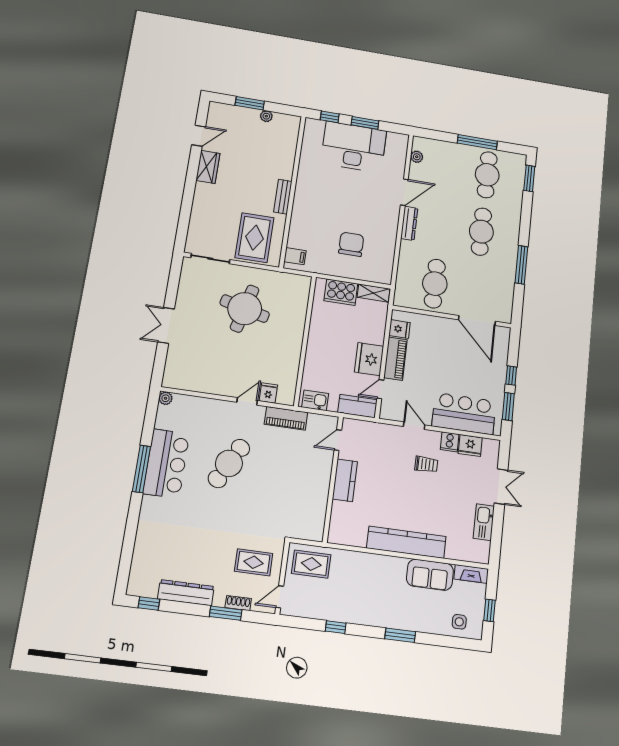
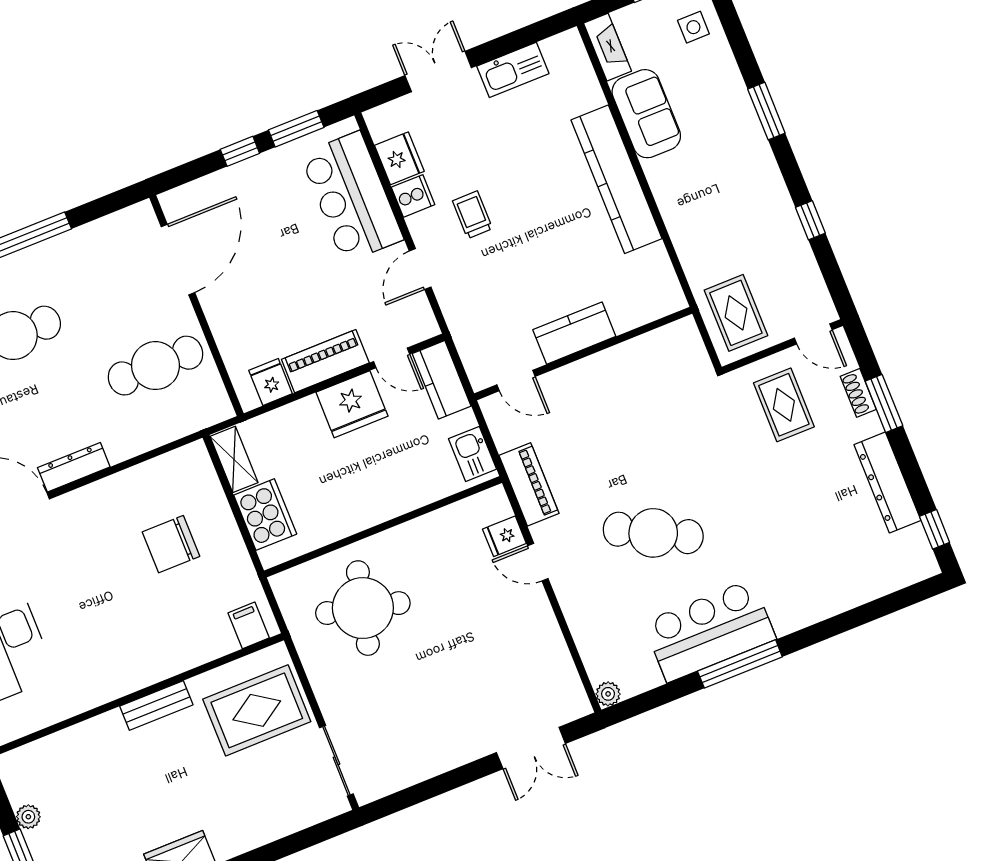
round table: (245, 309) -> (363, 608), moved
double door: (166, 325) -> (531, 748), moved

